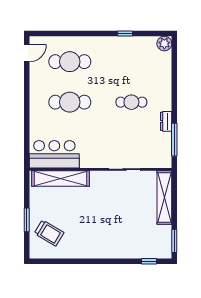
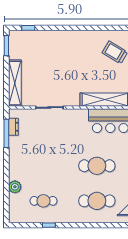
plant: (164, 44) -> (15, 187), moved
cafe table: (131, 102) -> (43, 201), moved
dresser: (166, 121) -> (13, 127), moved

